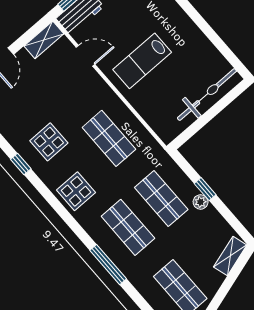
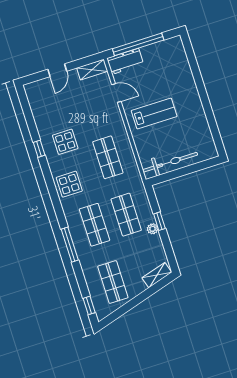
lab bench: (142, 61) -> (154, 114), turned 180
bicycle: (207, 95) -> (170, 162), moved

